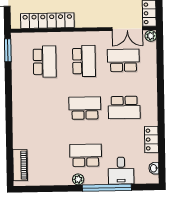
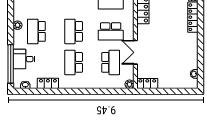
double door: (127, 29) -> (135, 52), moved
school desk: (85, 108) -> (74, 31), turned 180
school desk: (86, 155) -> (36, 31), turned 180
window: (107, 188) -> (11, 64), moved

